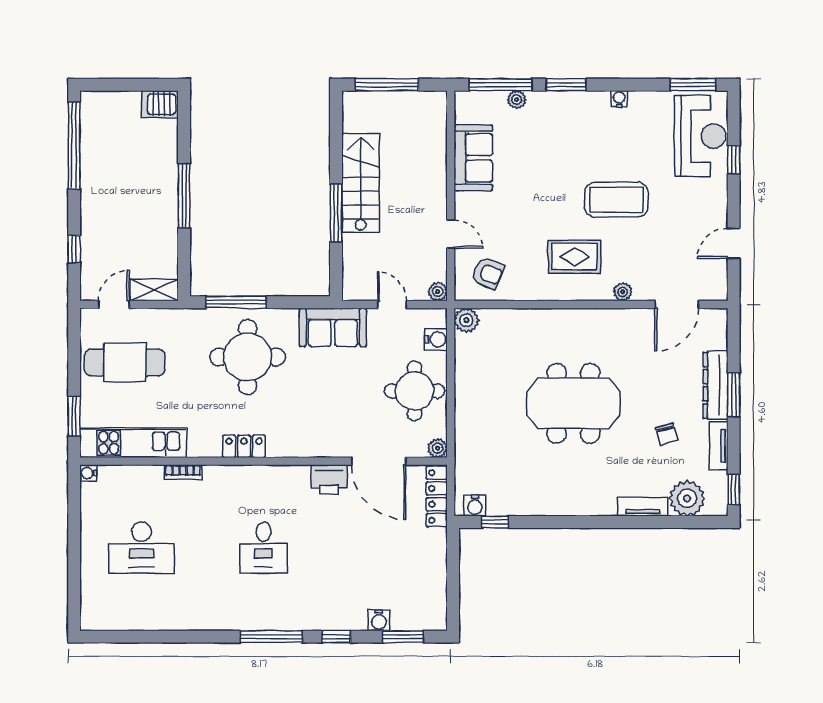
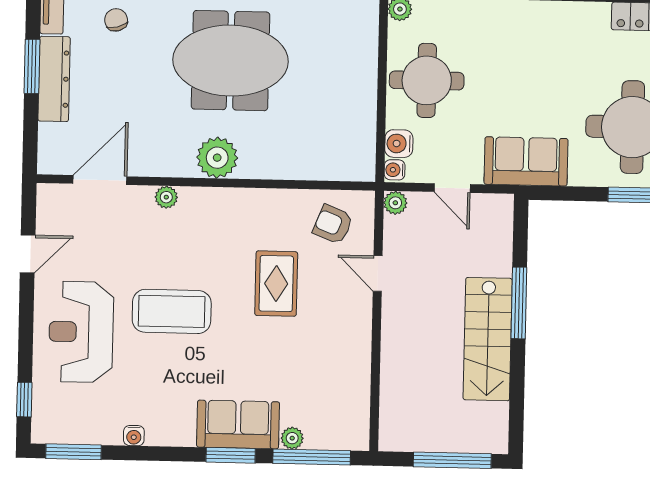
water cooler: (619, 99) -> (134, 436), moved
reception desk: (700, 136) -> (81, 332), moved
sofa: (473, 158) -> (238, 424), moved, turned 90
window: (734, 160) -> (24, 400), moved
rug: (574, 257) -> (276, 284), moved, turned 90
water cooler: (439, 318) -> (395, 170), added
plant: (466, 320) -> (217, 158), moved, width x1.36, depth x1.36

